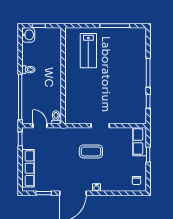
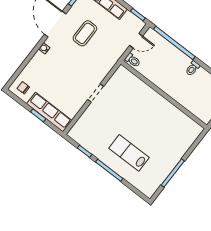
lab bench: (88, 51) -> (129, 153), moved
row of seats: (140, 142) -> (49, 112), width x1.48
coffee table: (91, 151) -> (85, 33), moved

